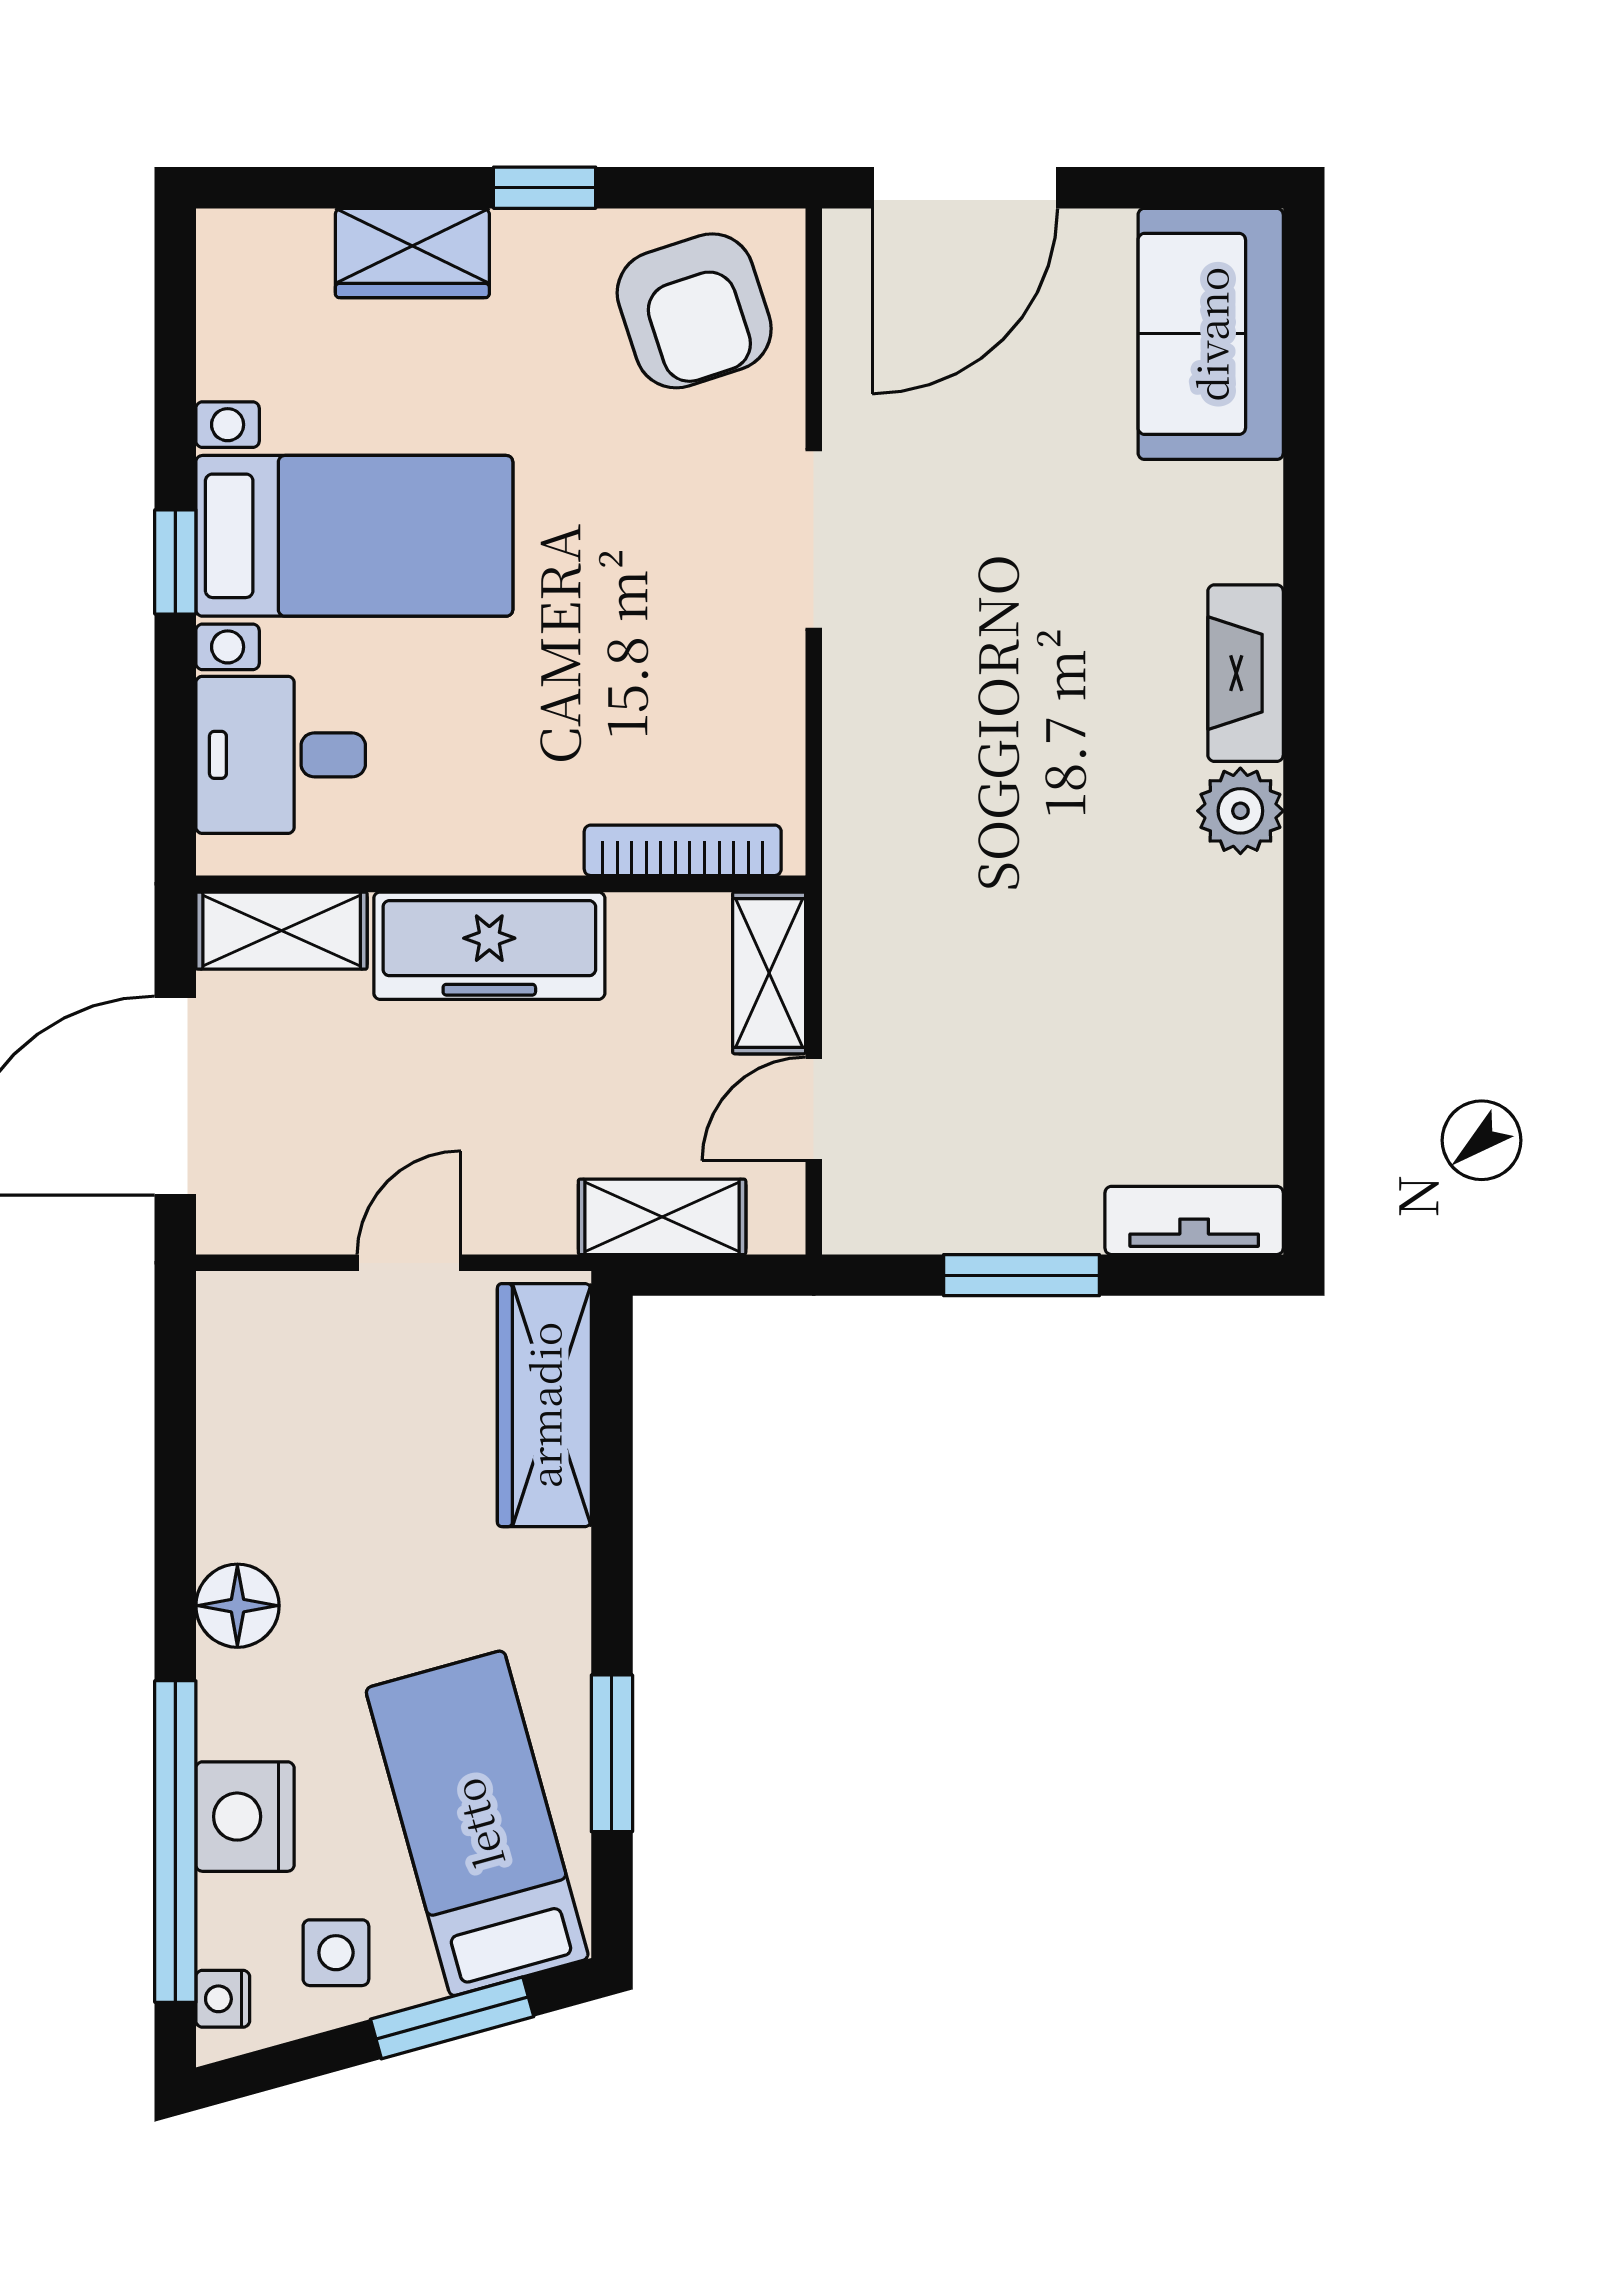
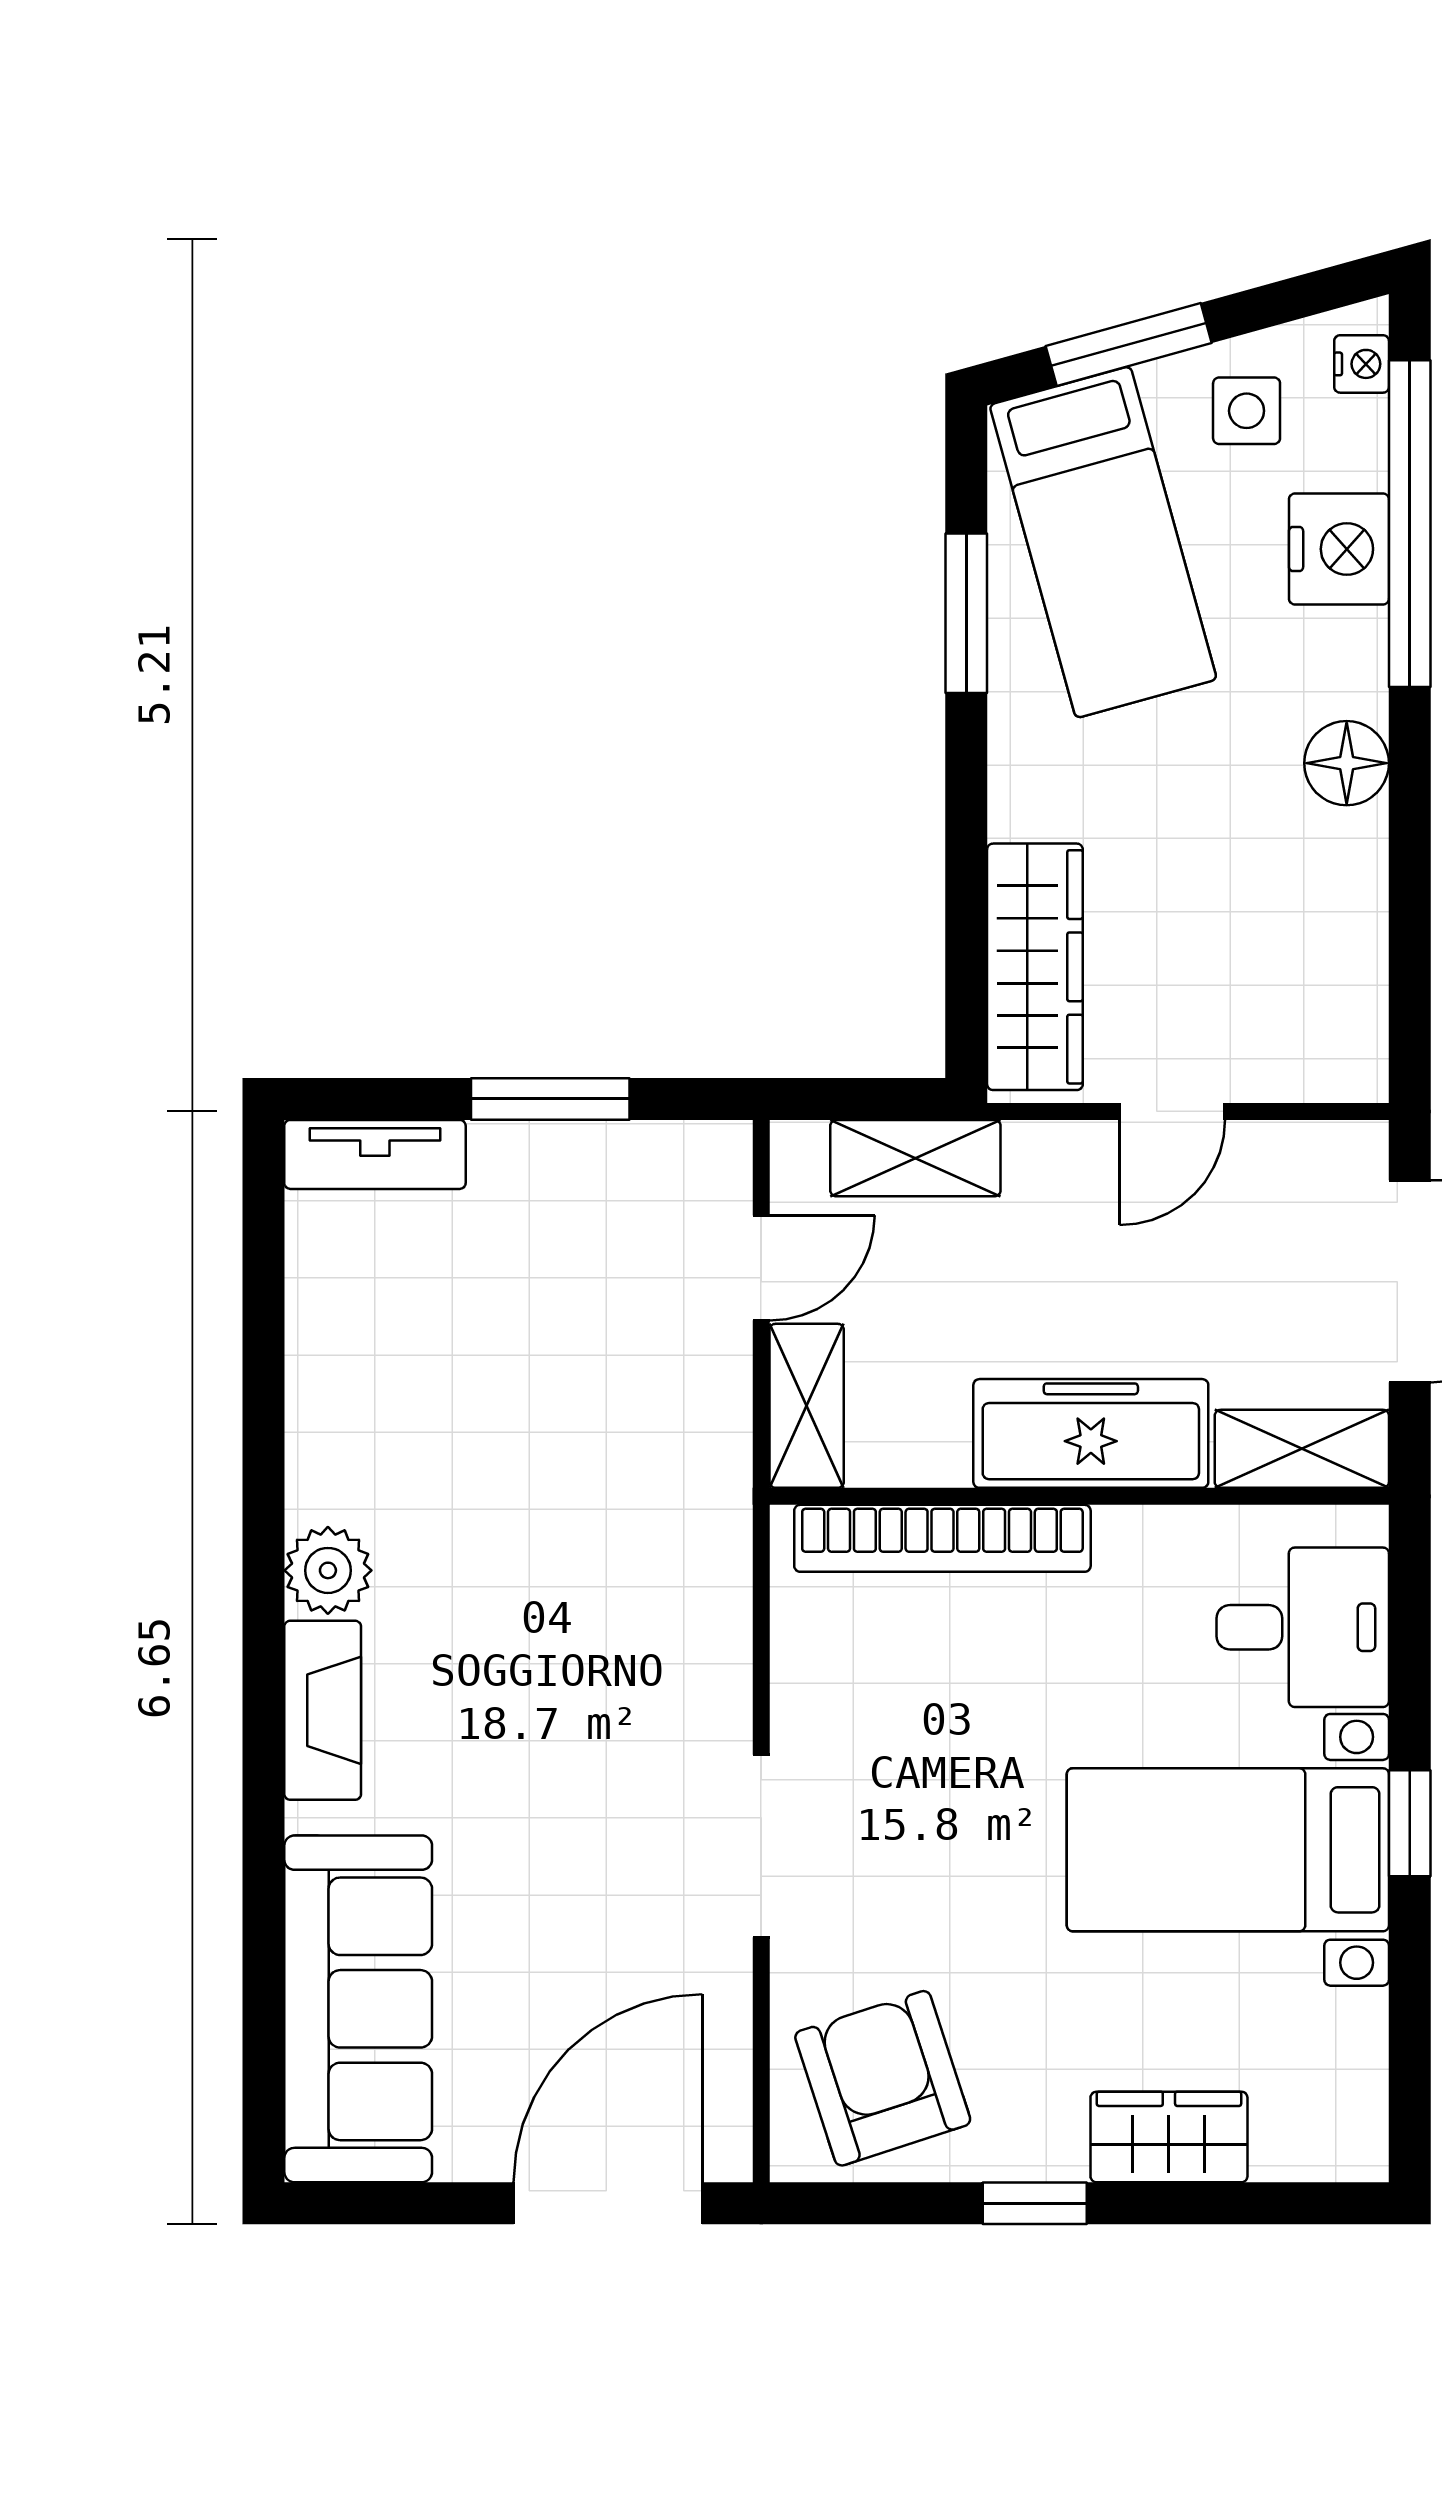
sofa: (1211, 334) -> (358, 2009), width x1.36
bookcase: (683, 850) -> (942, 1538), width x1.48, depth x1.31

